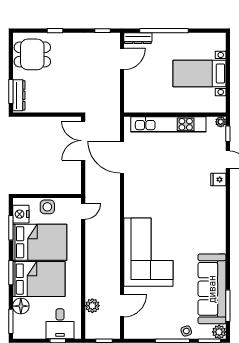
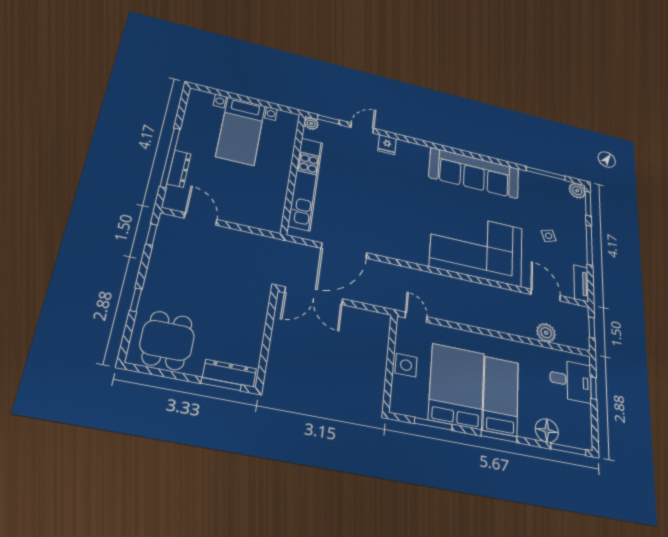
dresser: (138, 38) -> (179, 169), moved
nightstand: (21, 214) -> (414, 405), removed
bed: (39, 279) -> (501, 396), width x0.67
sofa: (212, 289) -> (474, 173), moved
side table: (186, 331) -> (549, 236), moved
tv unit: (138, 333) -> (581, 283), added

